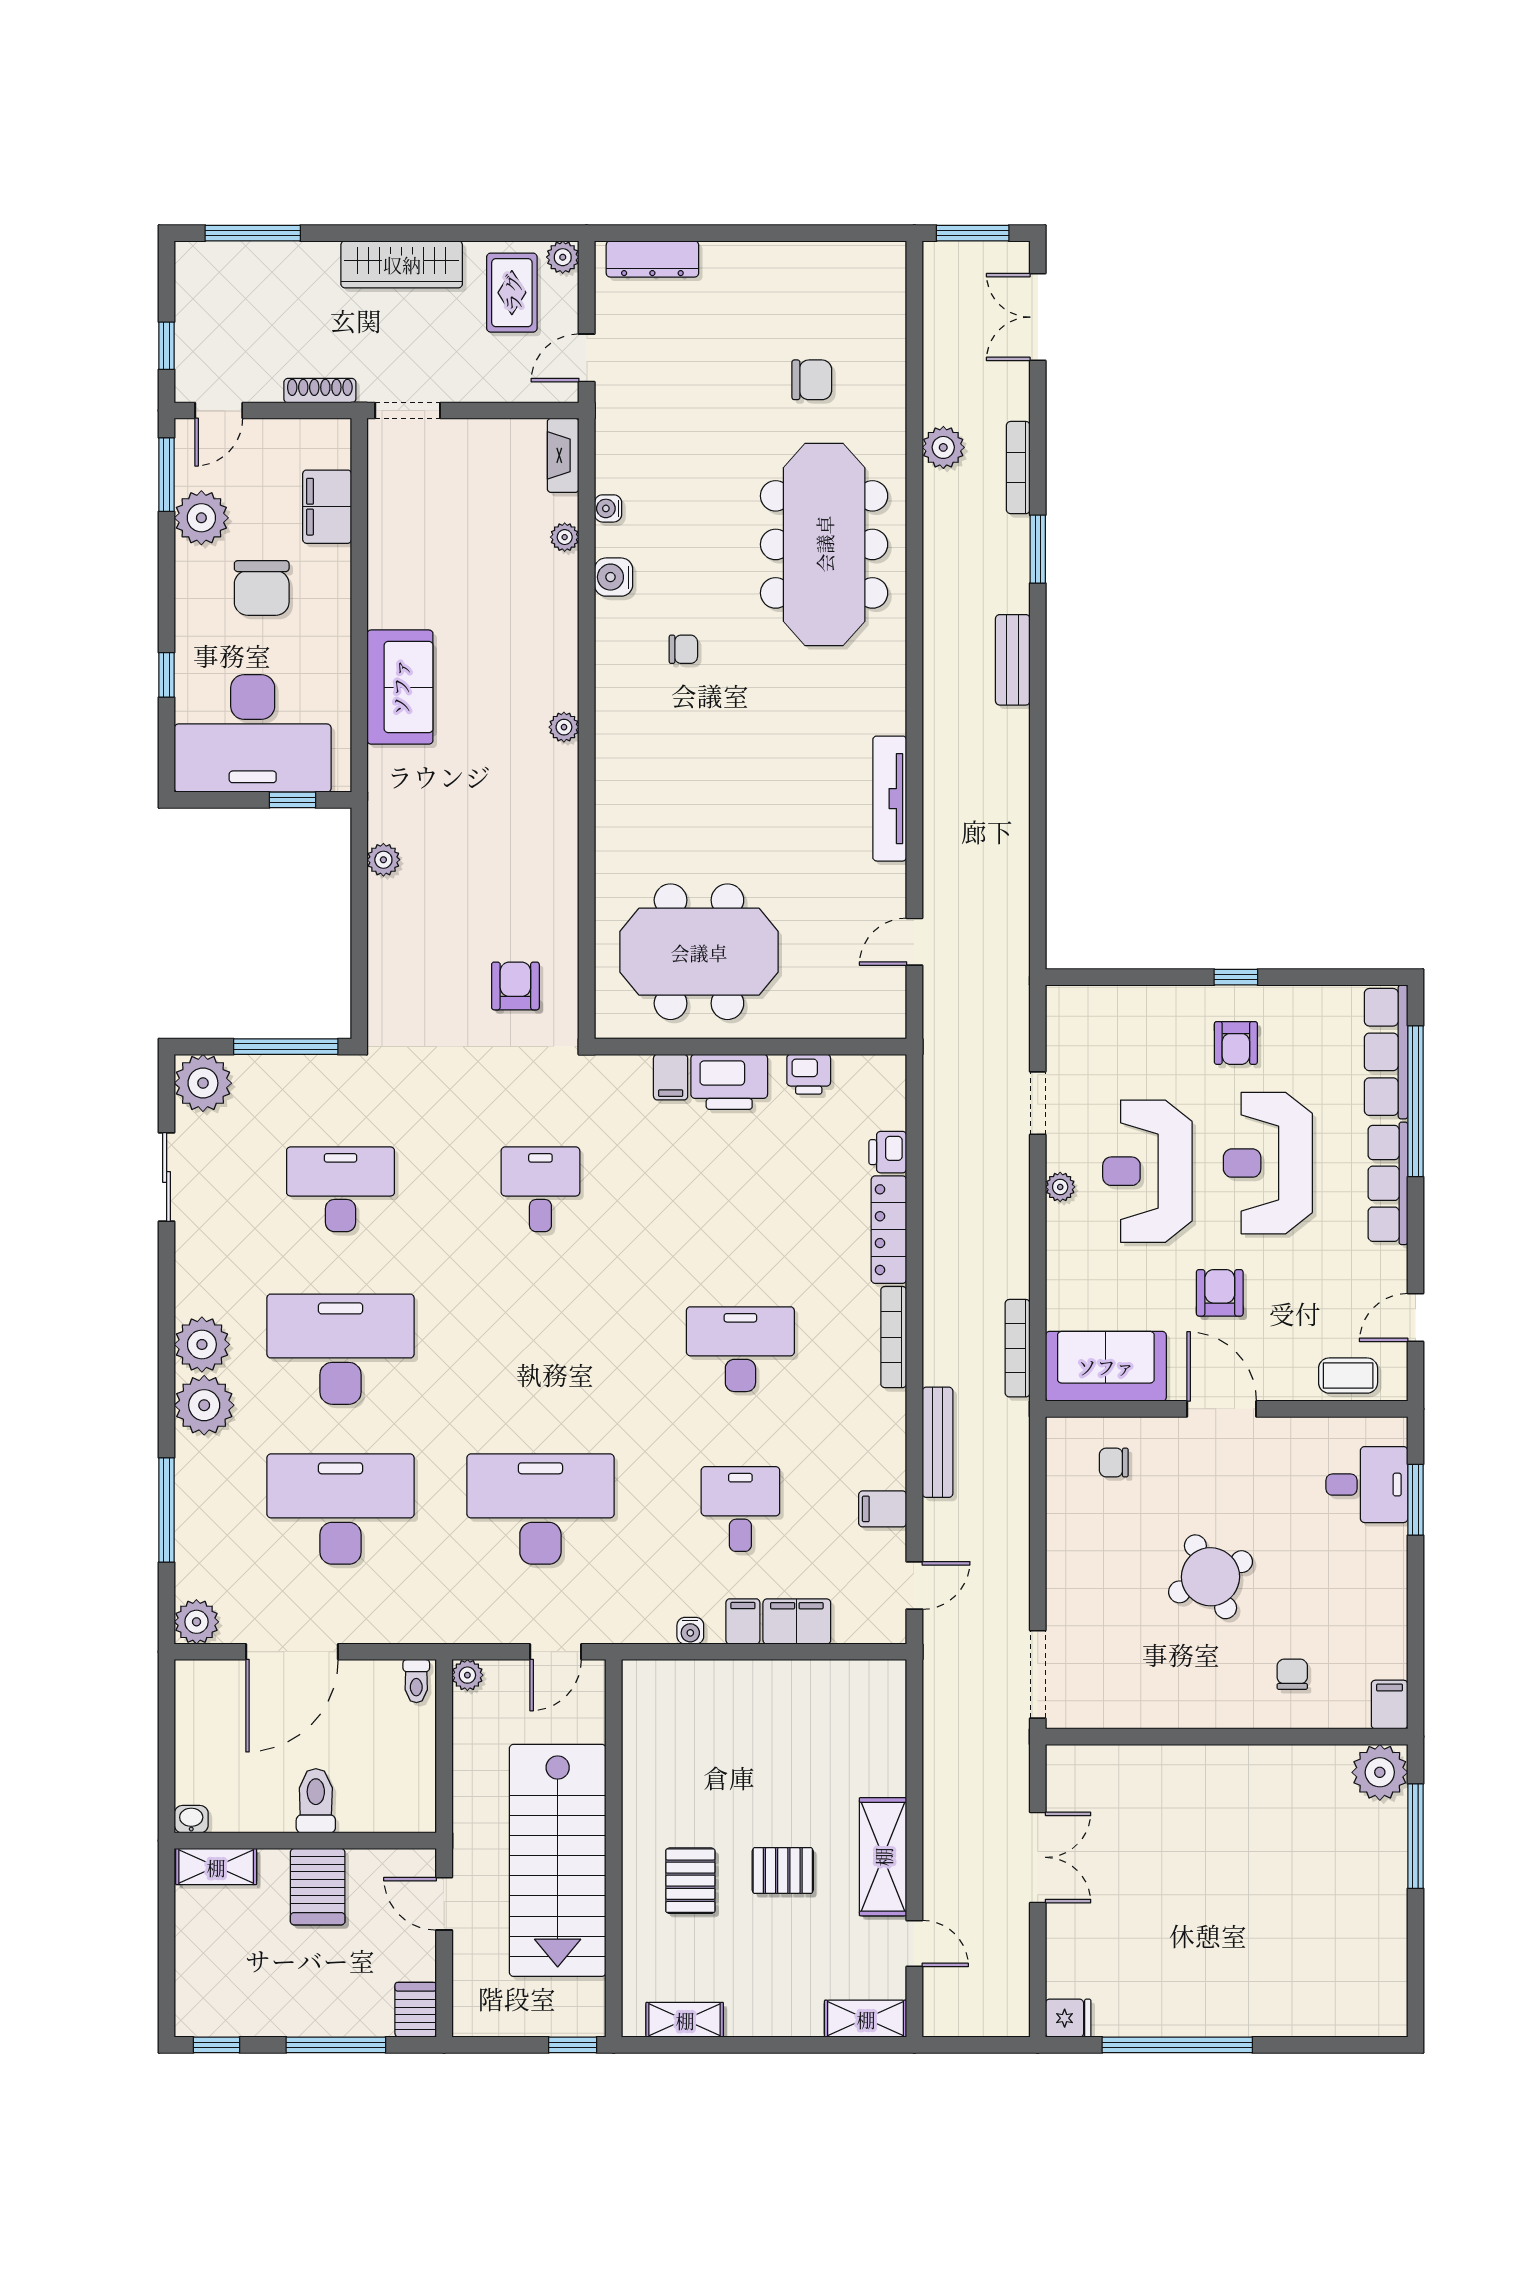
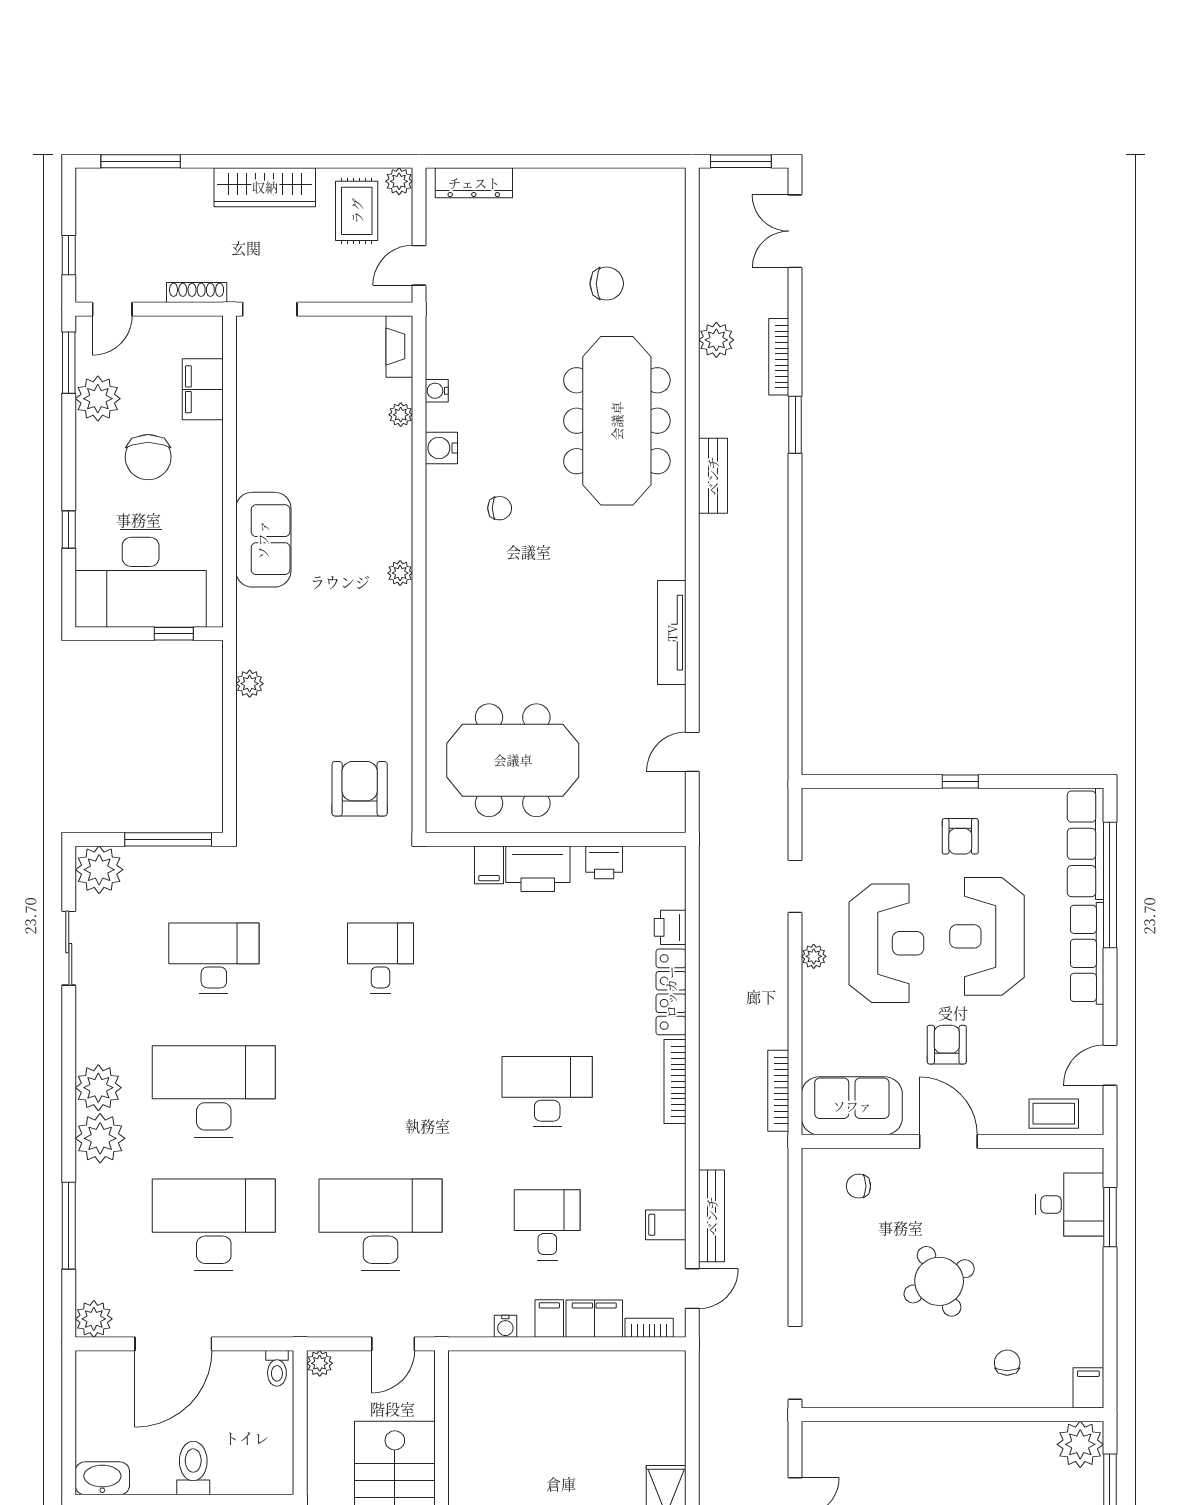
bench: (1013, 660) -> (713, 476), moved
armchair: (515, 986) -> (360, 789), width x1.38, depth x1.38
reception desk: (1147, 1171) -> (886, 943), turned 180
bench: (938, 1442) -> (712, 1216), moved
bookcase: (863, 1633) -> (649, 1328), added
washbasin: (191, 1819) -> (102, 1478), width x1.91, depth x1.45

